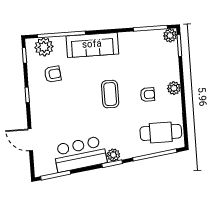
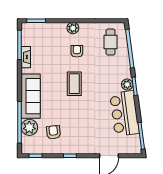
plant: (170, 35) -> (27, 28), removed
fireplace: (137, 36) -> (26, 57), added
plant: (44, 47) -> (29, 127), moved
coffee table: (110, 94) -> (74, 84), turned 90
cafe table: (161, 132) -> (111, 42), width x0.73, depth x0.74

